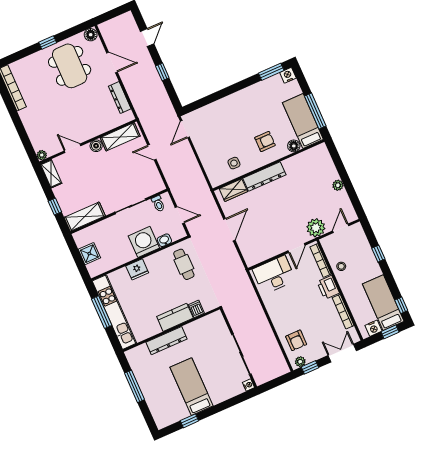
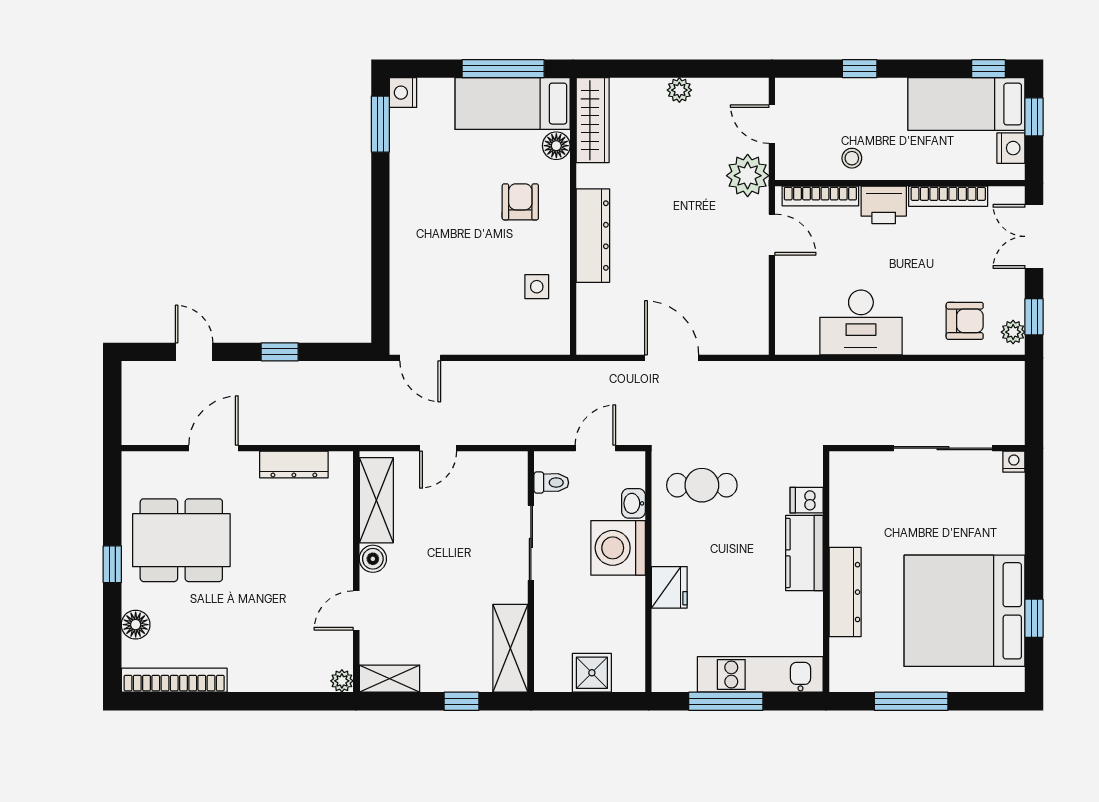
floor lamp: (91, 35) -> (136, 625), moved
wardrobe: (233, 190) -> (593, 120), moved, width x1.50
desk: (274, 275) -> (861, 322), moved, turned -90
kitchen unit: (114, 312) -> (760, 674), width x0.73
bed: (191, 387) -> (965, 611), width x2.04

